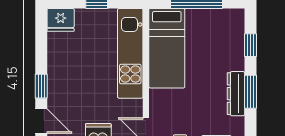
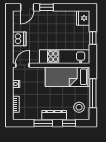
stool: (222, 27) -> (79, 107), added
dresser: (236, 94) -> (54, 115), moved

